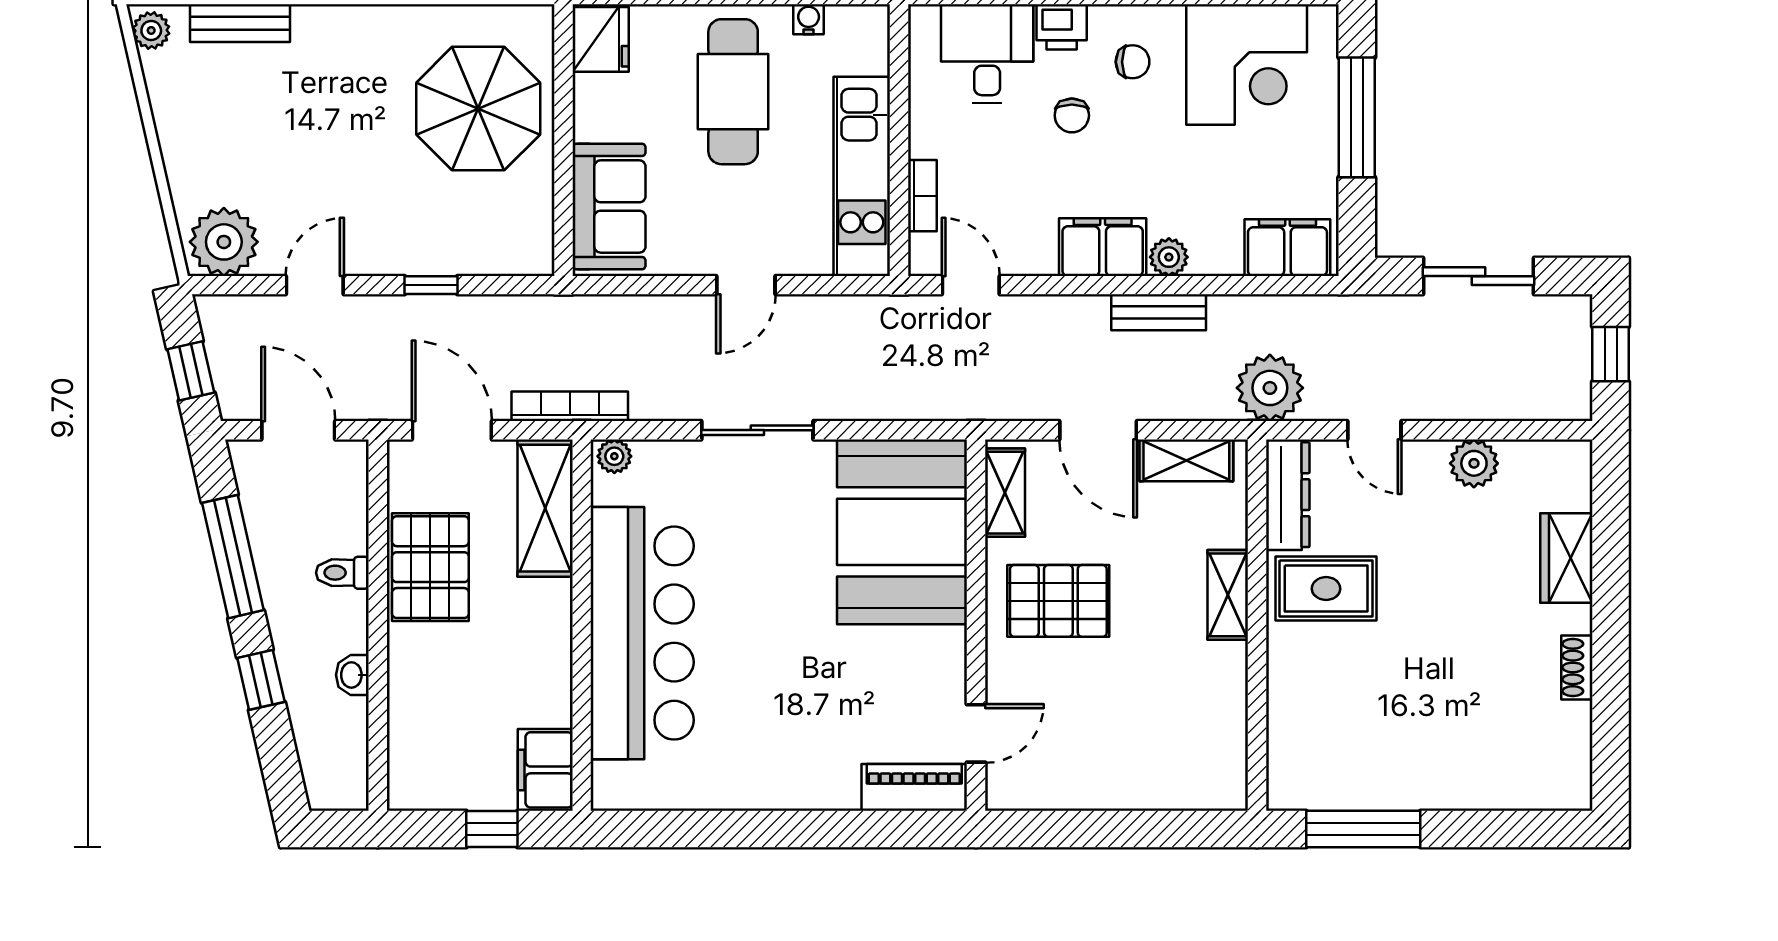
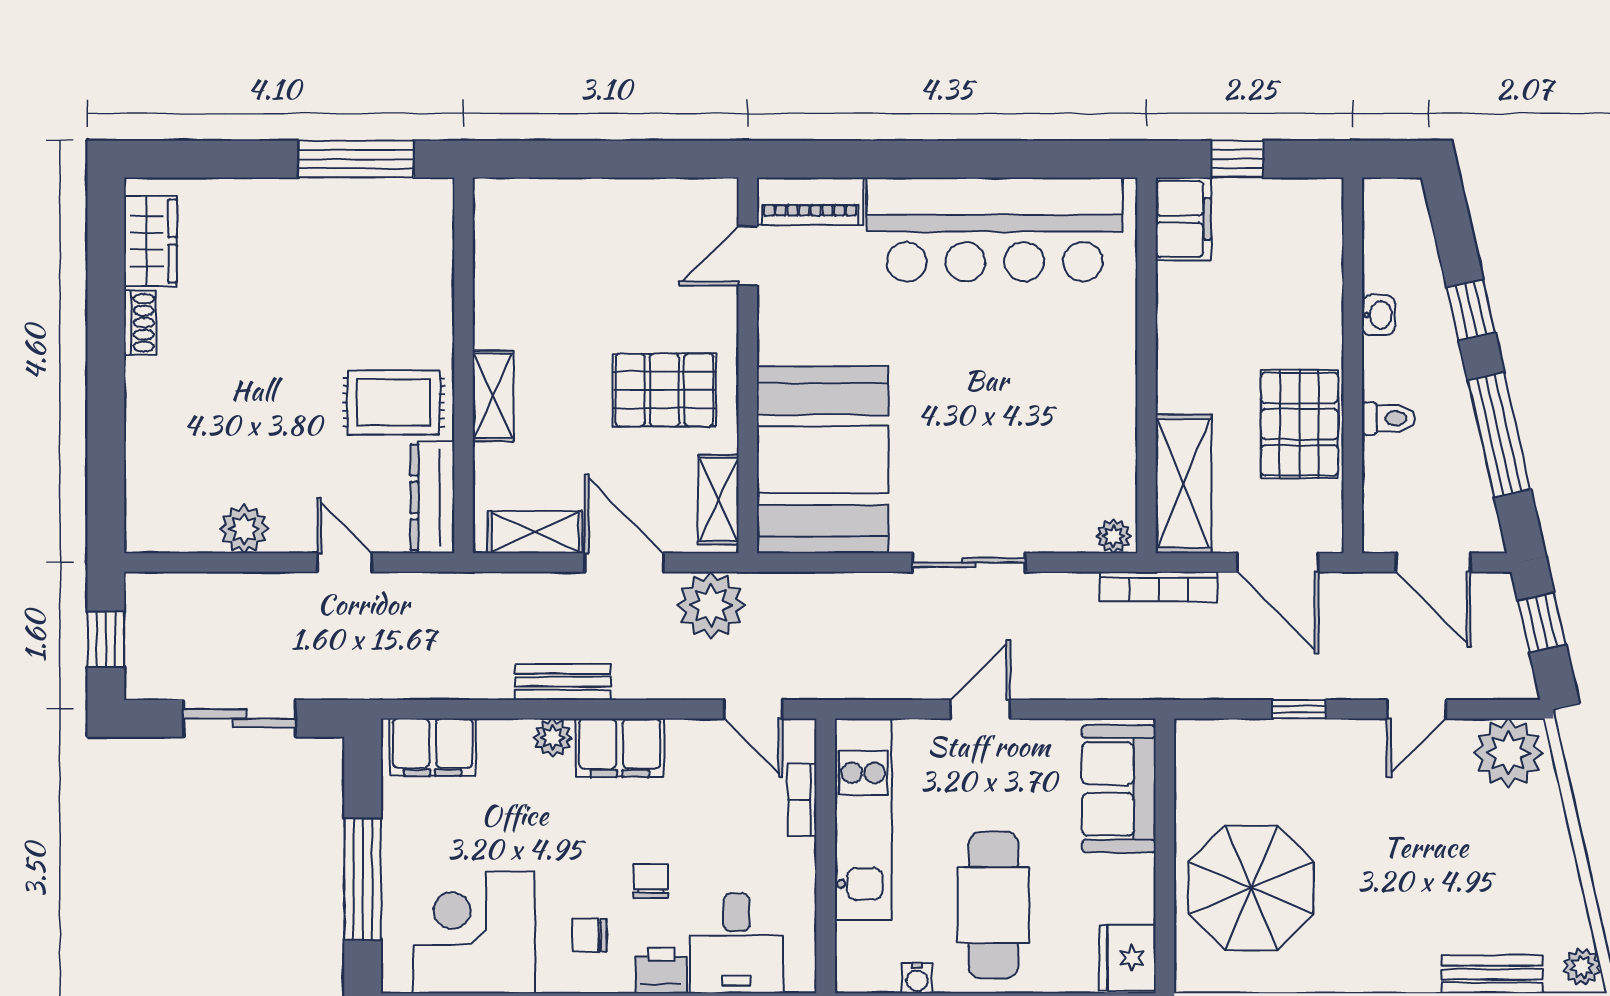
plant: (1270, 388) -> (711, 605), moved
wardrobe: (1566, 558) -> (151, 241), moved
bar counter: (642, 633) -> (995, 229), moved, turned -90

